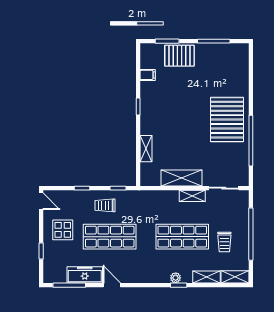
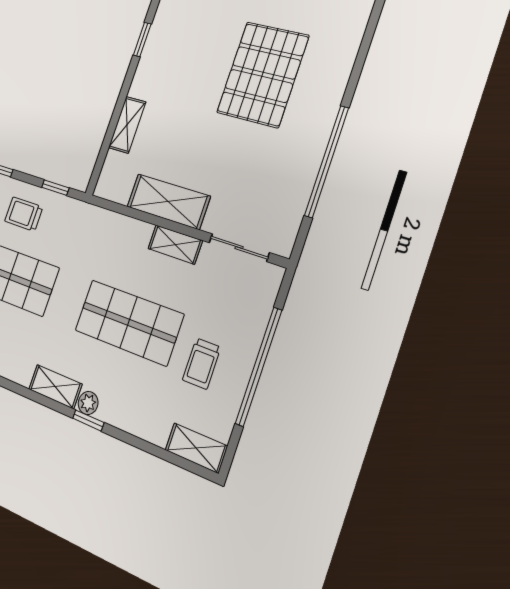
pallet: (227, 120) -> (262, 74), moved
shelving: (206, 277) -> (55, 387), moved

